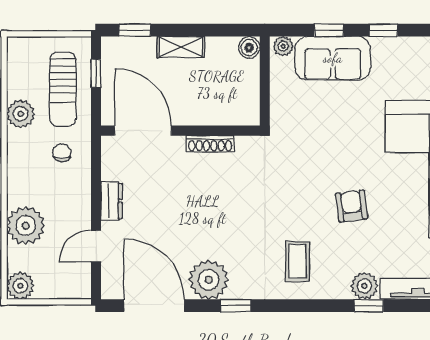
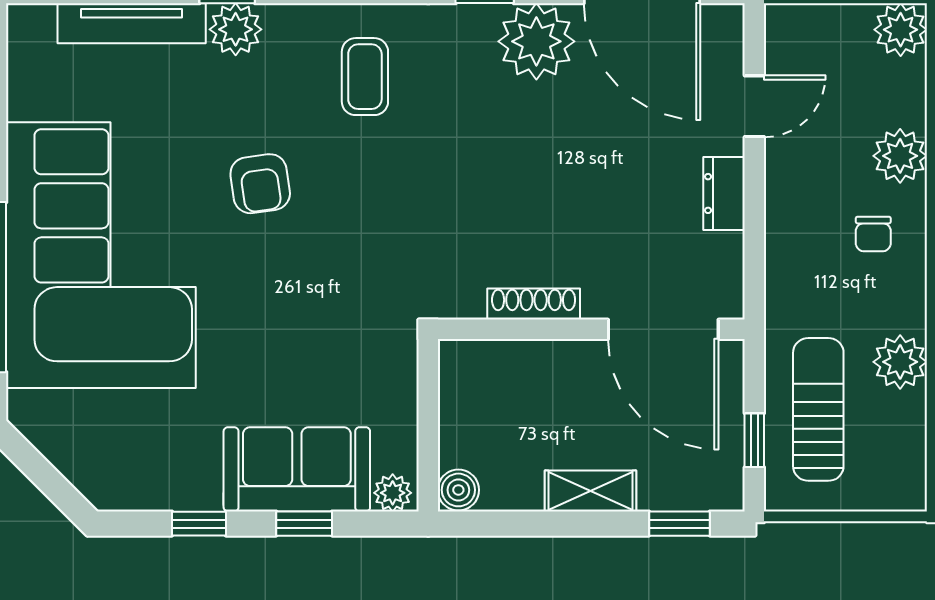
chair: (62, 153) -> (873, 234), moved
plant: (26, 226) -> (900, 156), width x0.73, depth x0.73

